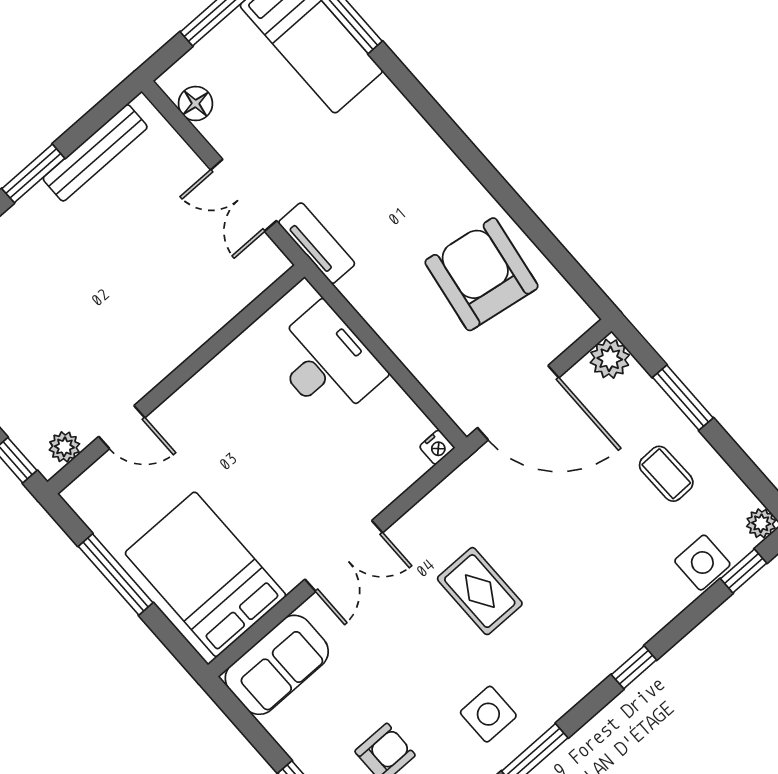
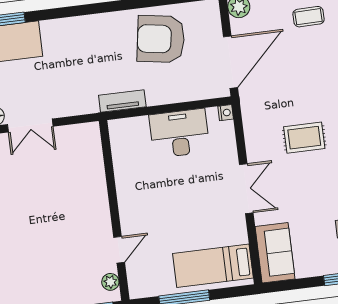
double door: (244, 195) -> (30, 125), moved
tv unit: (317, 243) -> (122, 101), moved
desk: (326, 362) -> (179, 133), moved
bed: (205, 574) -> (213, 266), width x0.67

